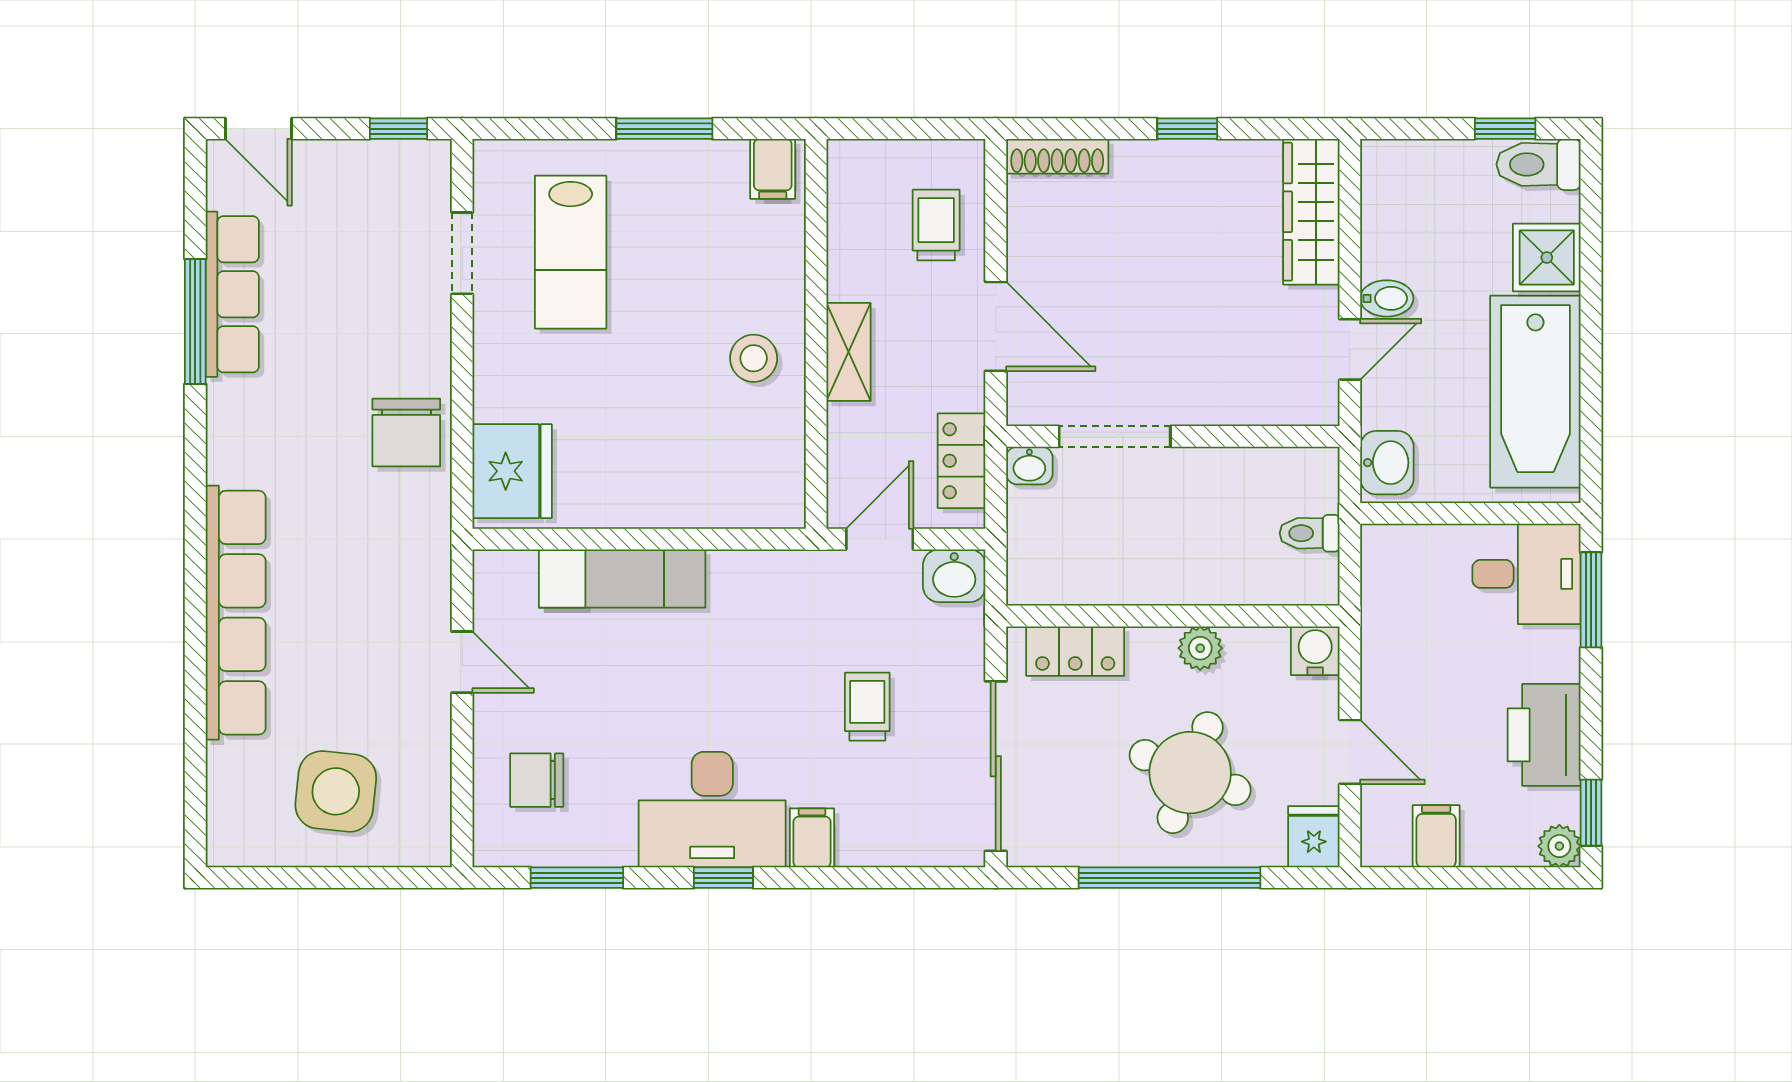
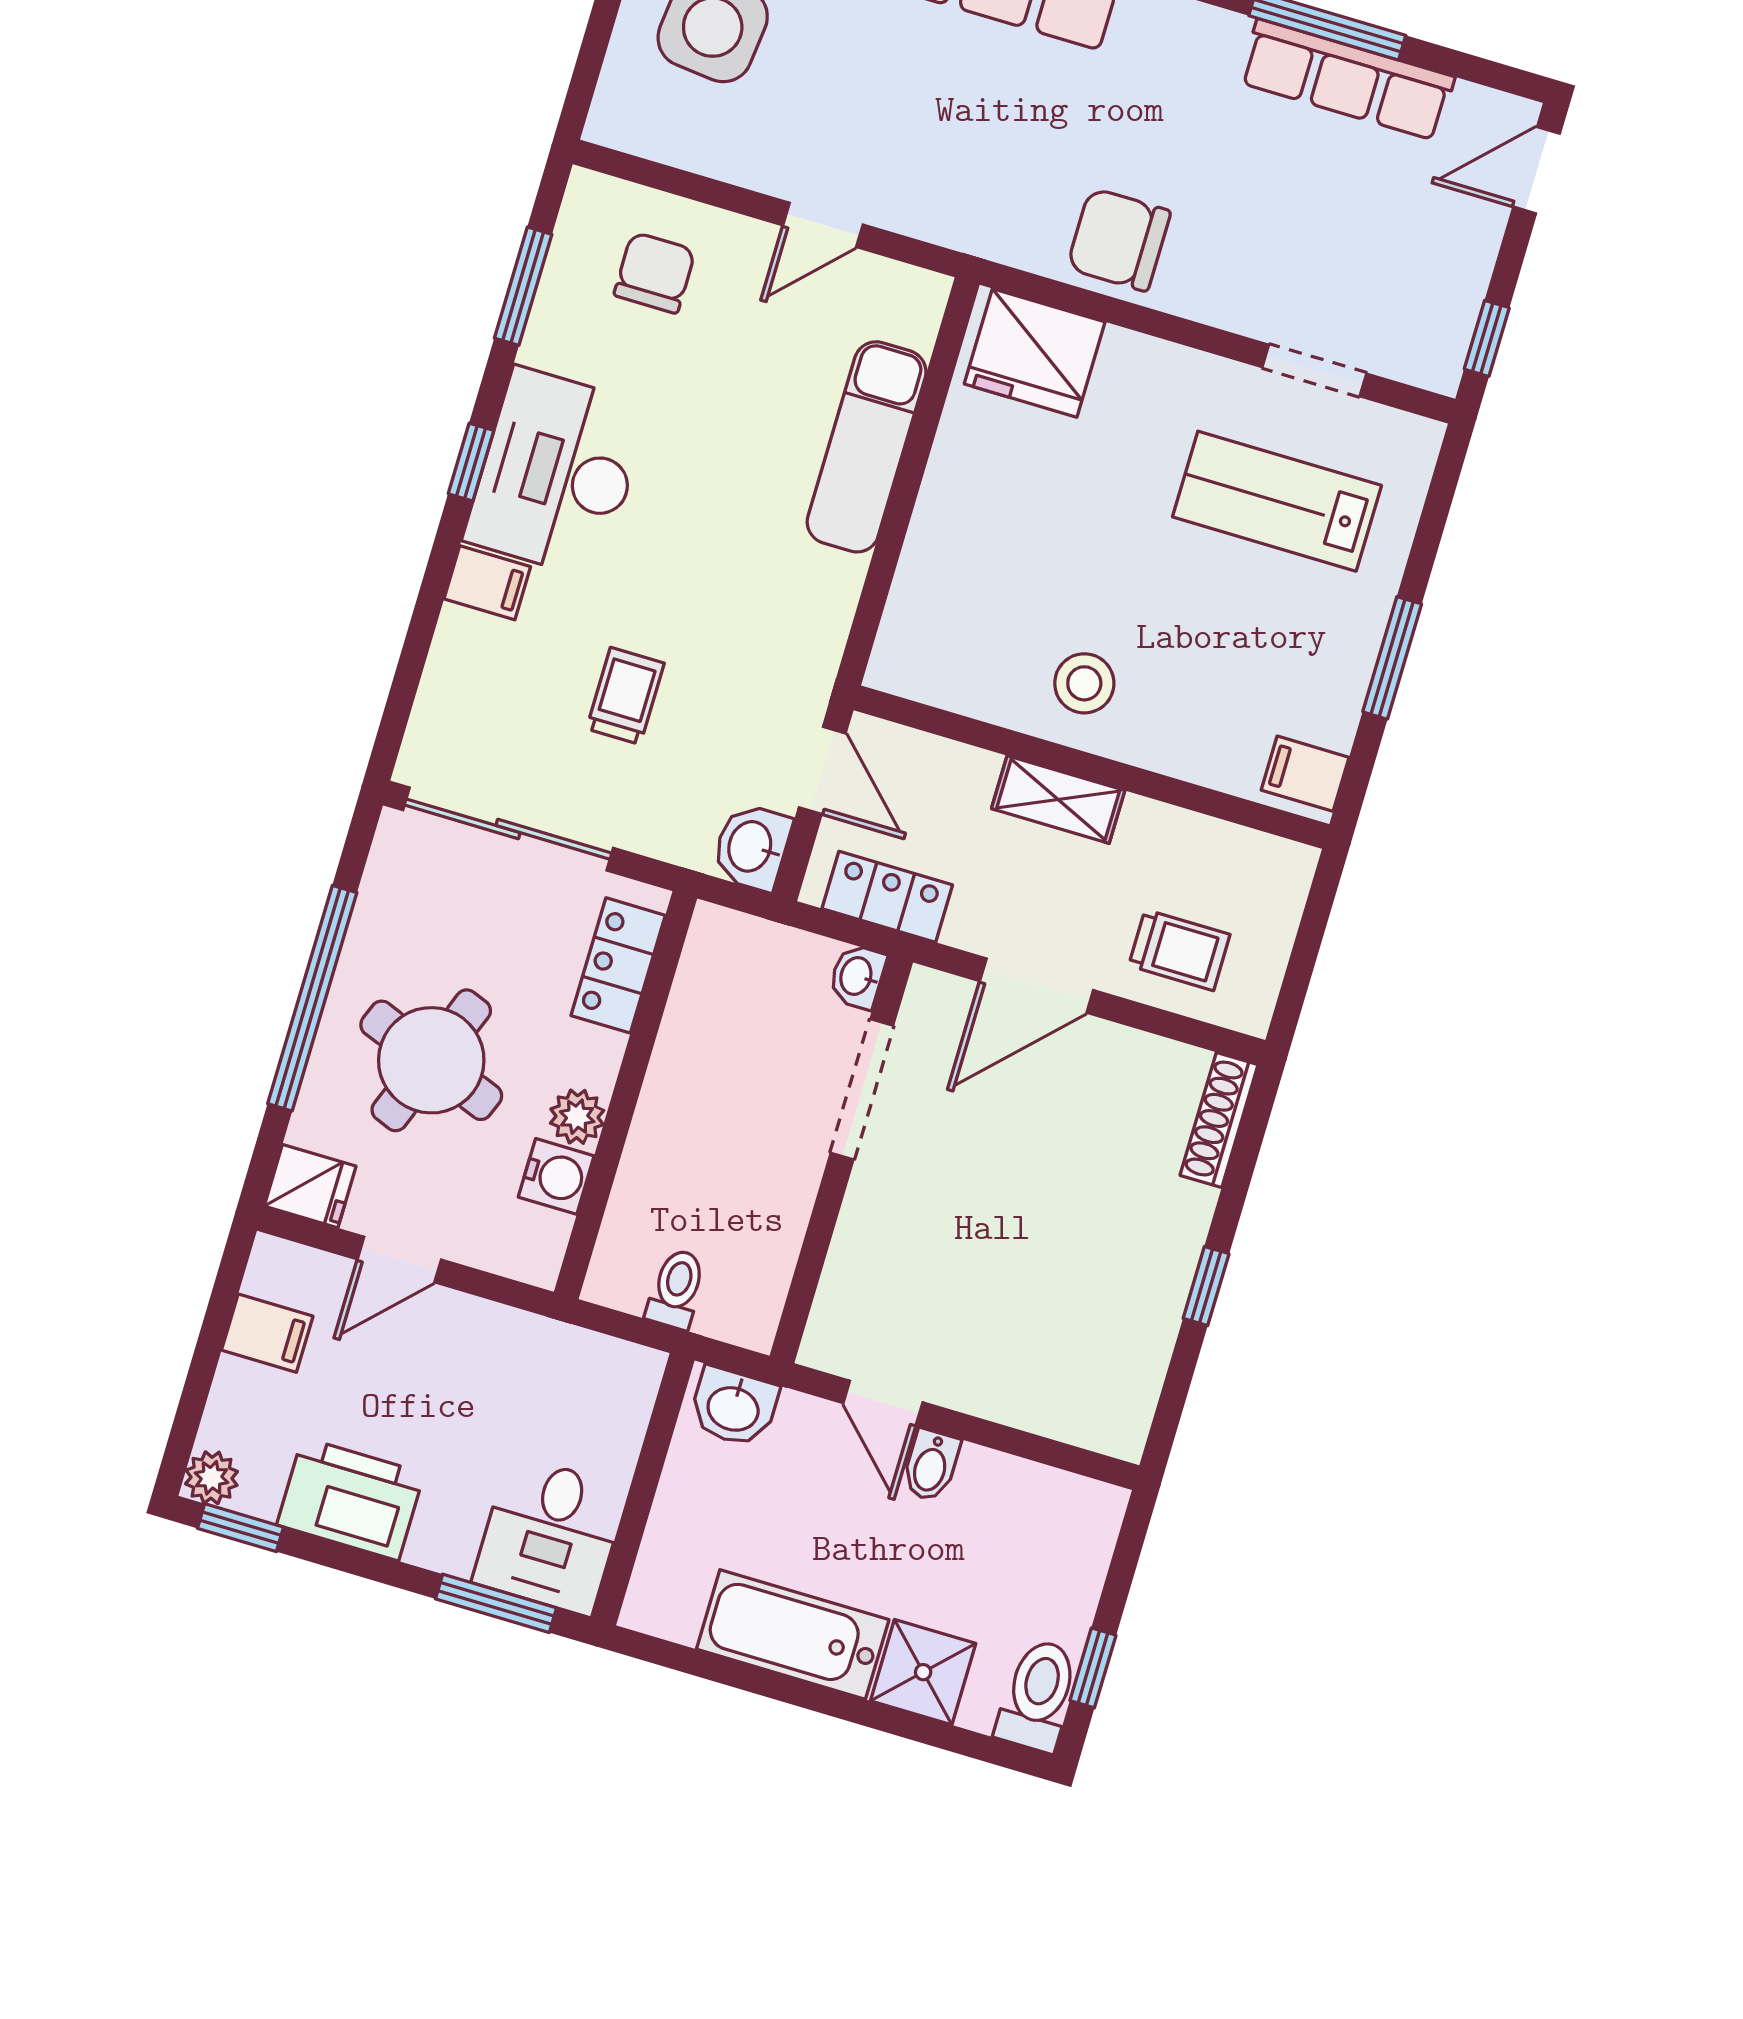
wardrobe: (1311, 212) -> (1062, 1406), removed
bathtub: (1535, 392) -> (793, 1634), width x0.73, depth x0.73
water cooler: (1315, 651) -> (556, 1176), moved
trolley: (867, 707) -> (625, 696), turned -90

